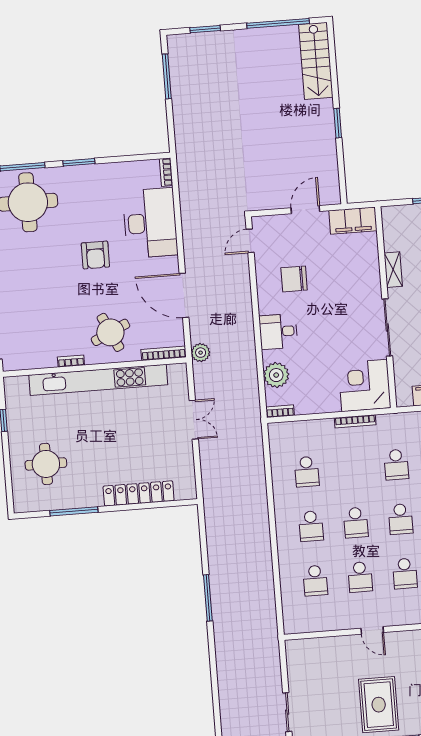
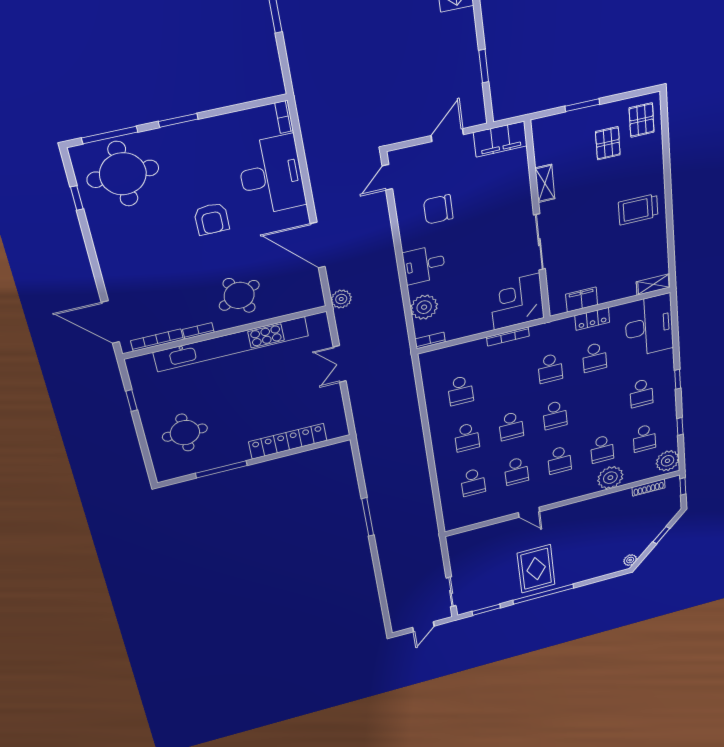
window: (338, 123) -> (484, 66), moved
bookcase: (164, 353) -> (157, 340), moved
double door: (194, 420) -> (340, 364), swing flipped

